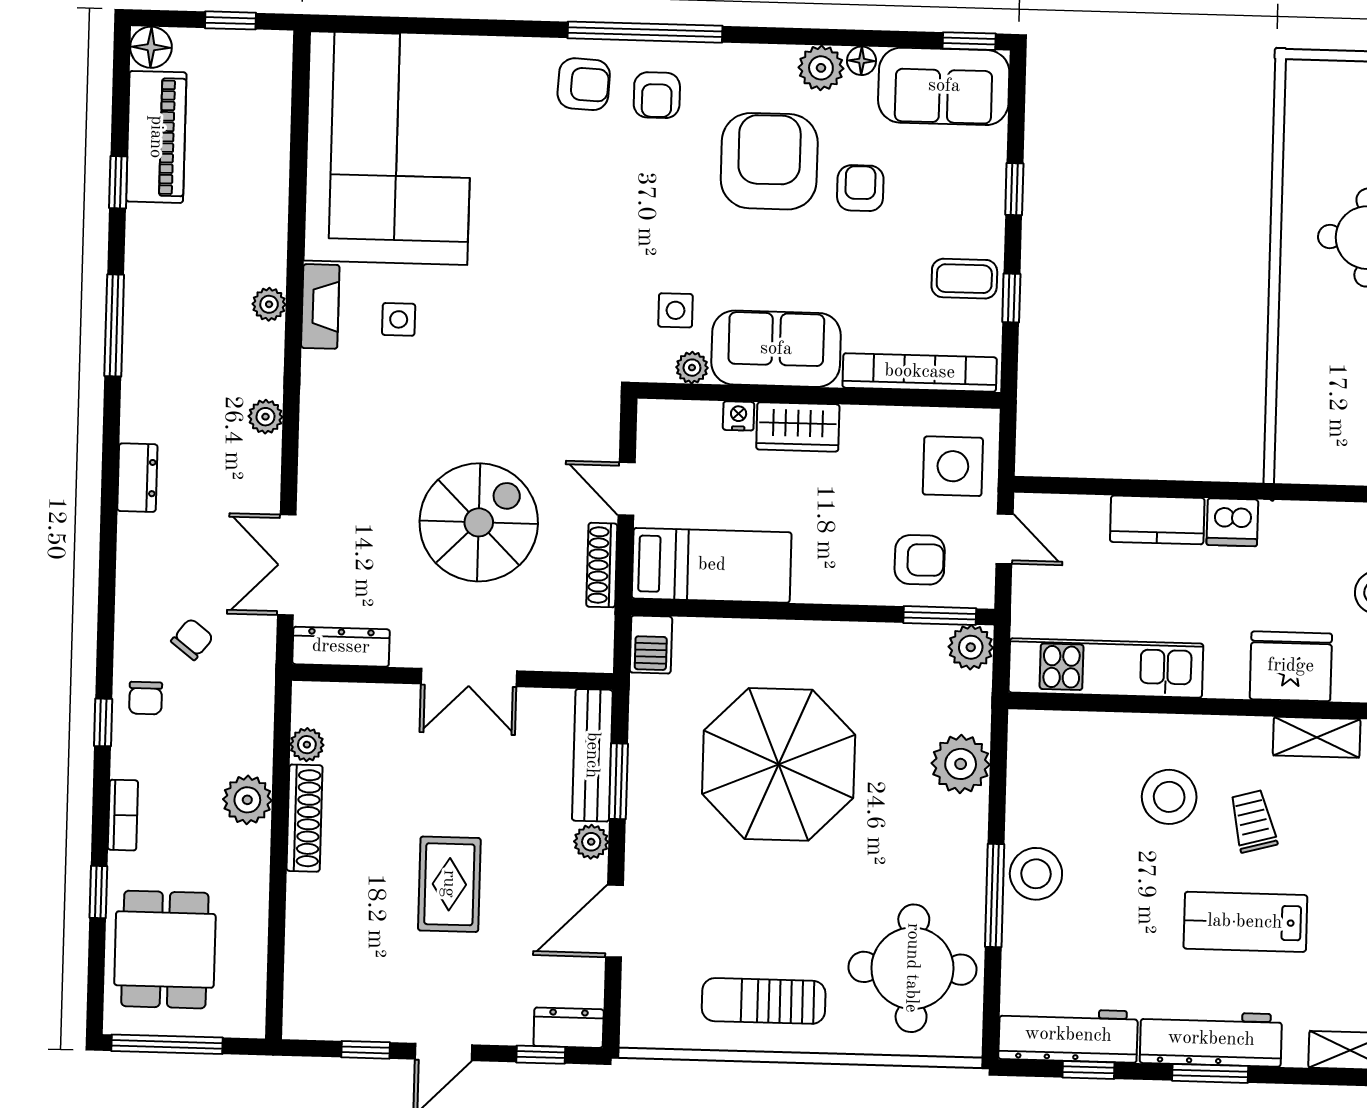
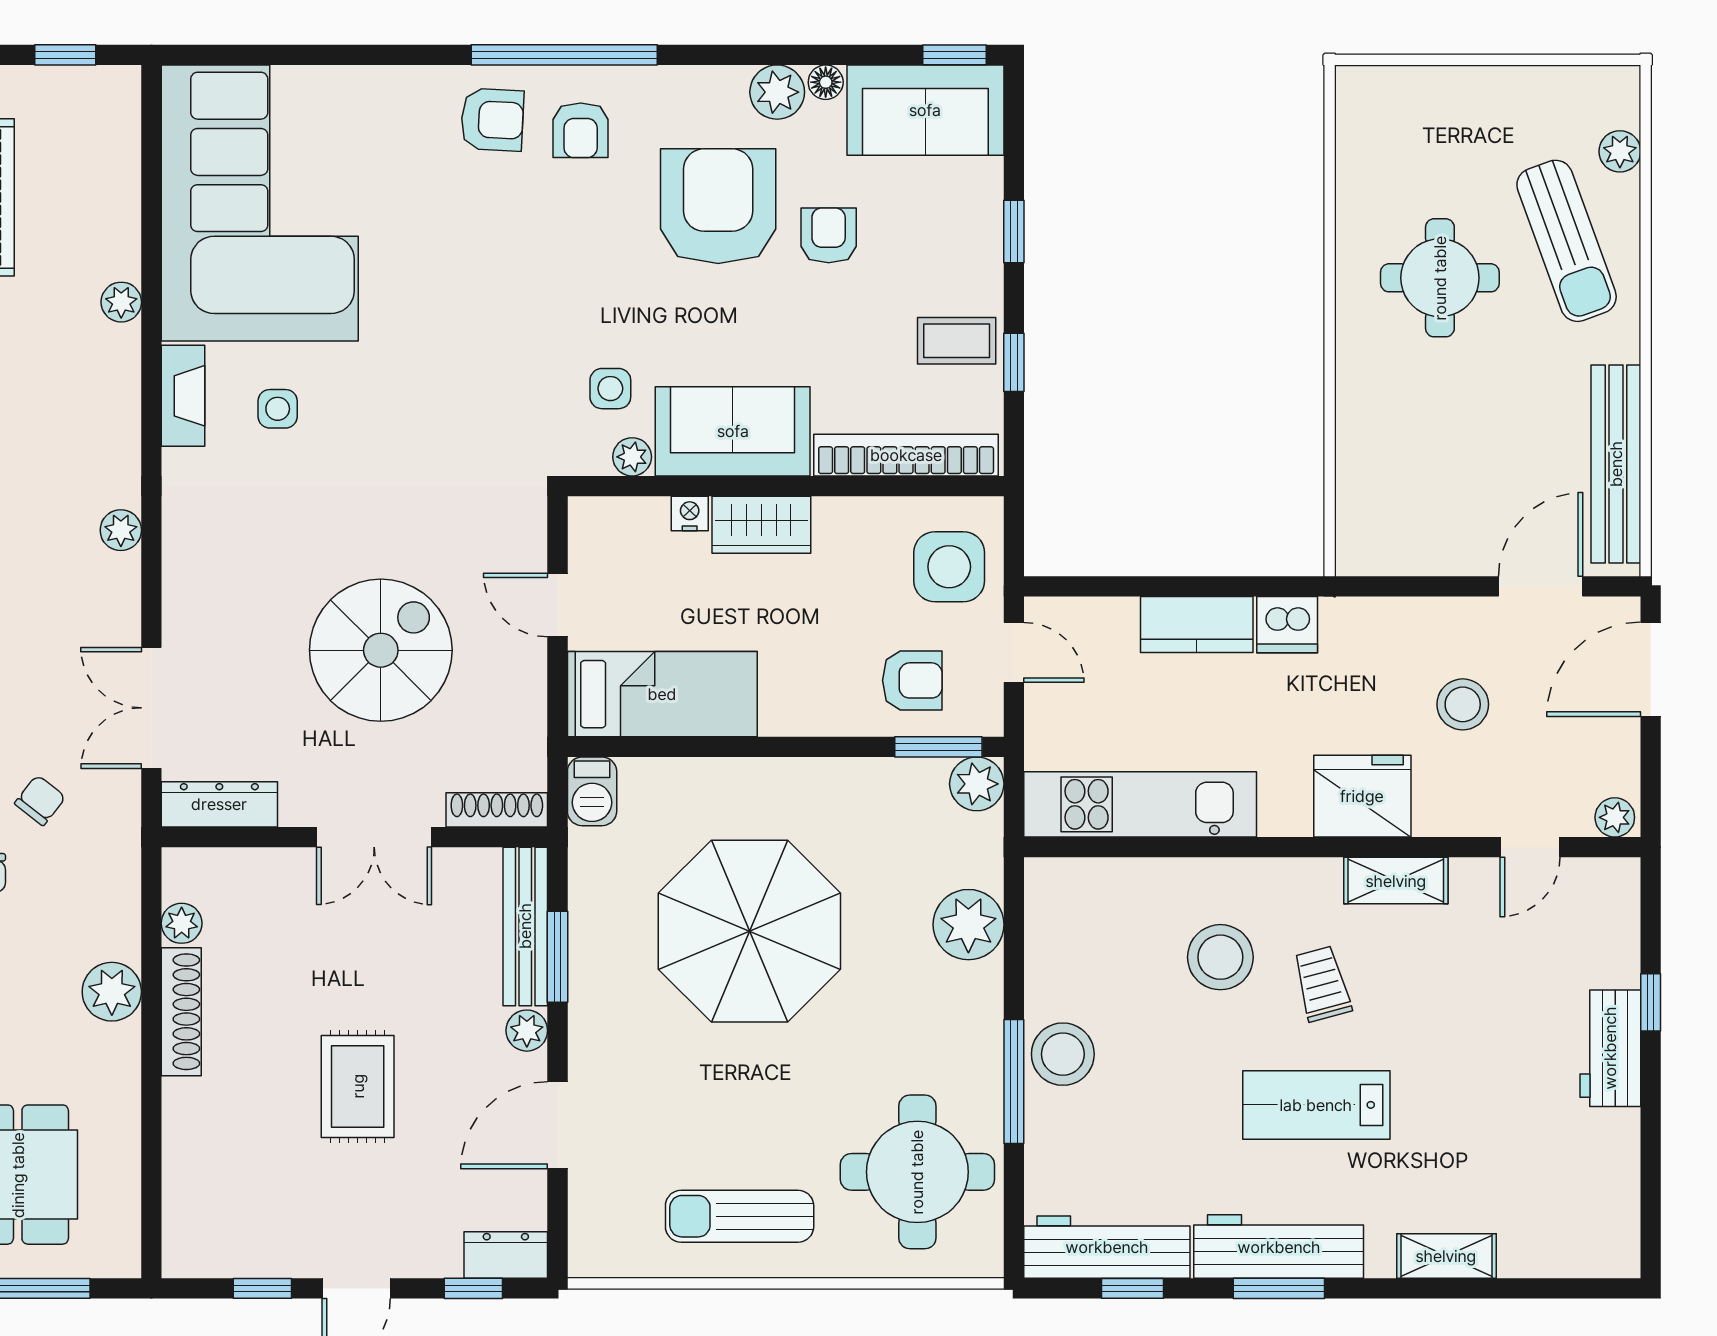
plant: (269, 304) -> (121, 302), moved
shoe rack: (602, 565) -> (497, 810), moved, turned 90

